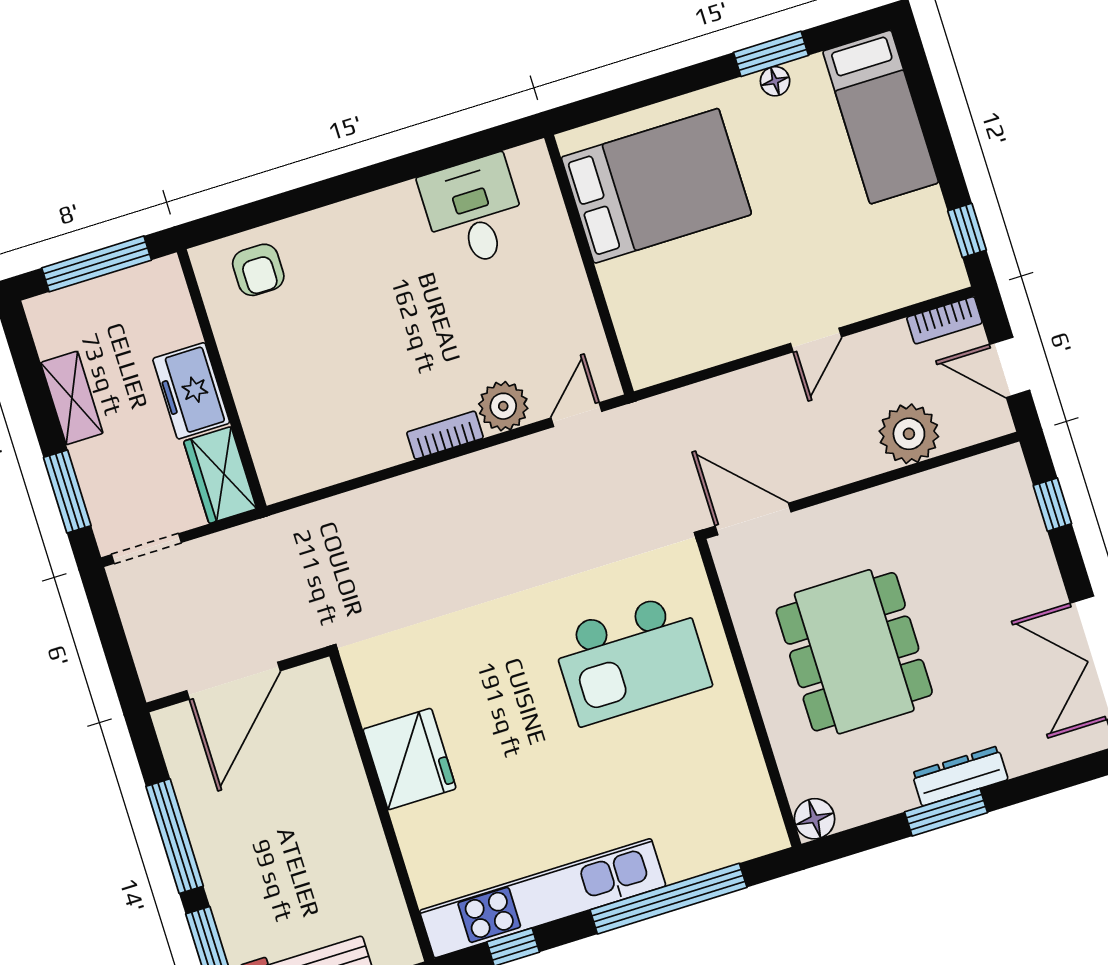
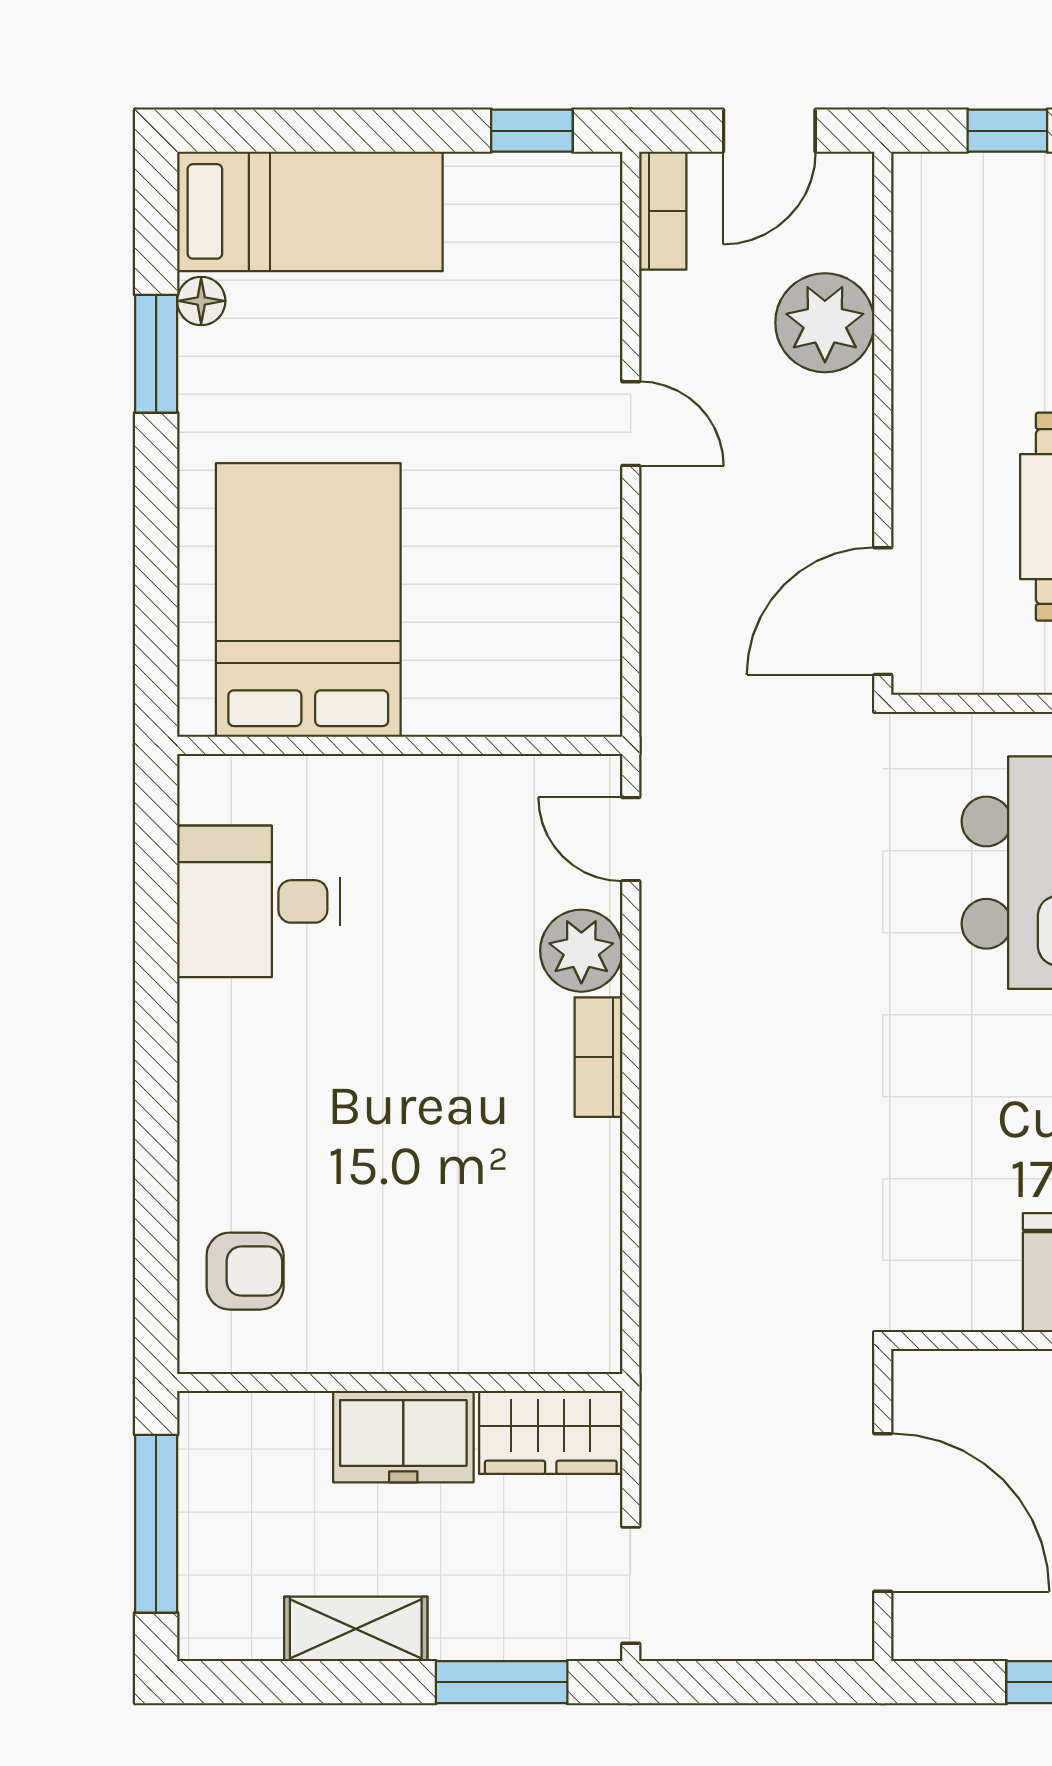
floor lamp: (775, 81) -> (201, 301), moved

